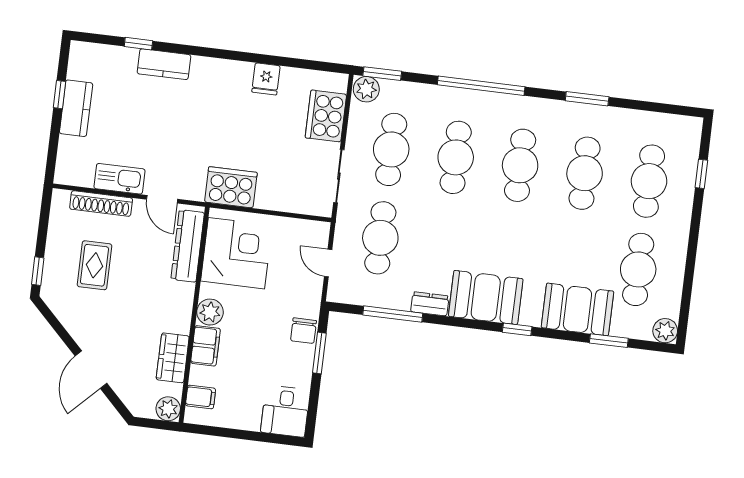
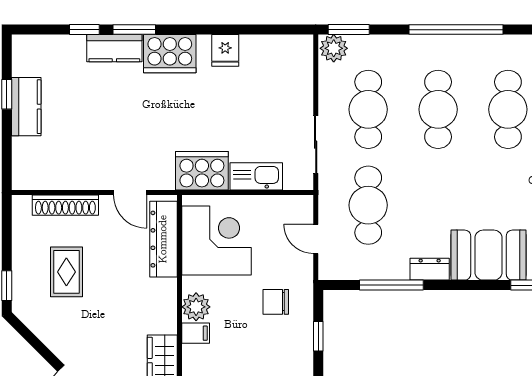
window: (184, 49) -> (134, 30), added
cooker: (326, 116) -> (170, 54), moved, turned -90
kitchen sink: (119, 179) -> (256, 176), moved
chair: (303, 331) -> (276, 302), moved, turned 90
filing cabinet: (205, 346) -> (196, 333), width x0.50
window: (319, 353) -> (318, 336), width x0.67

